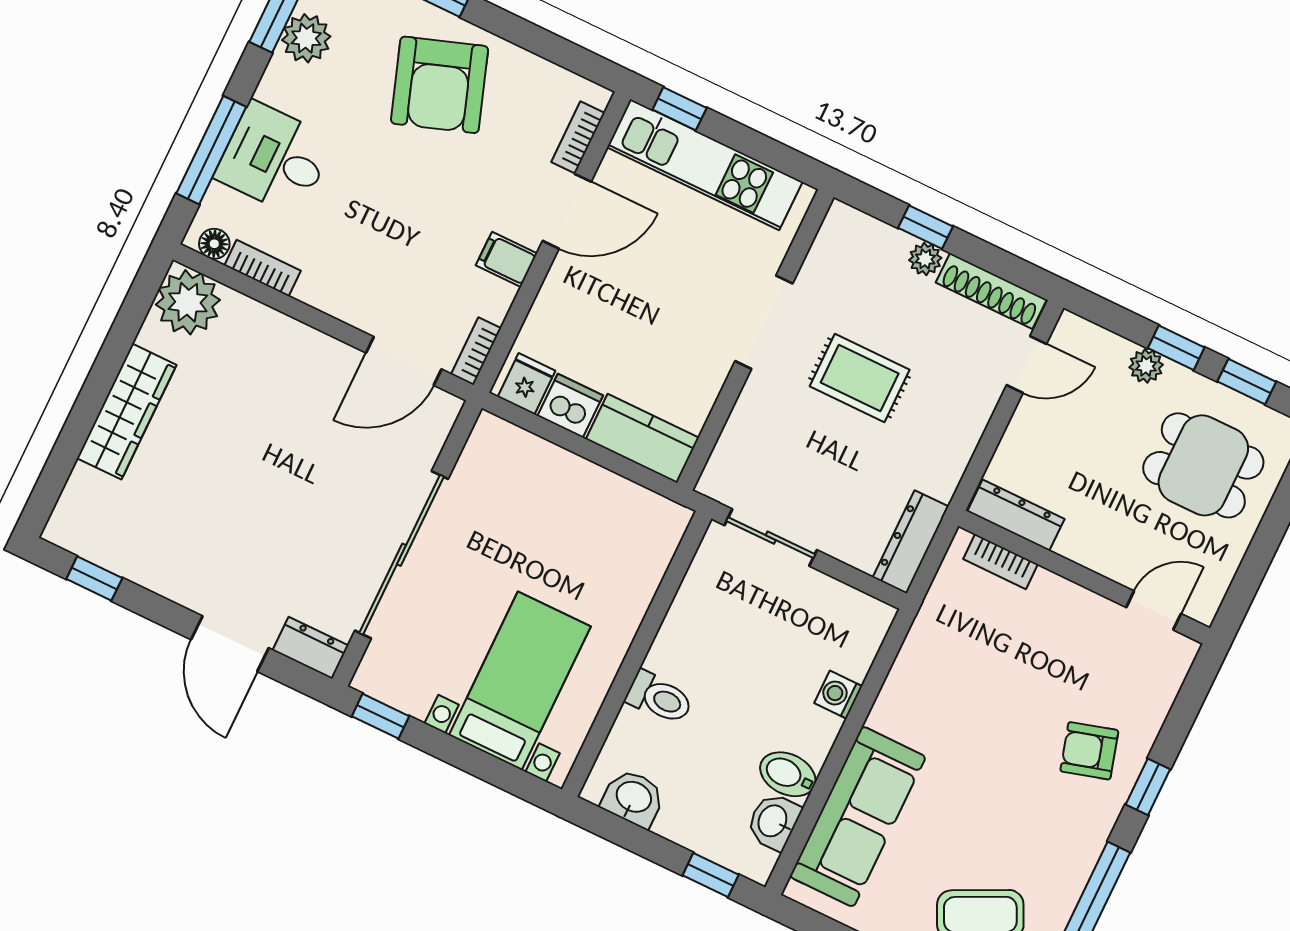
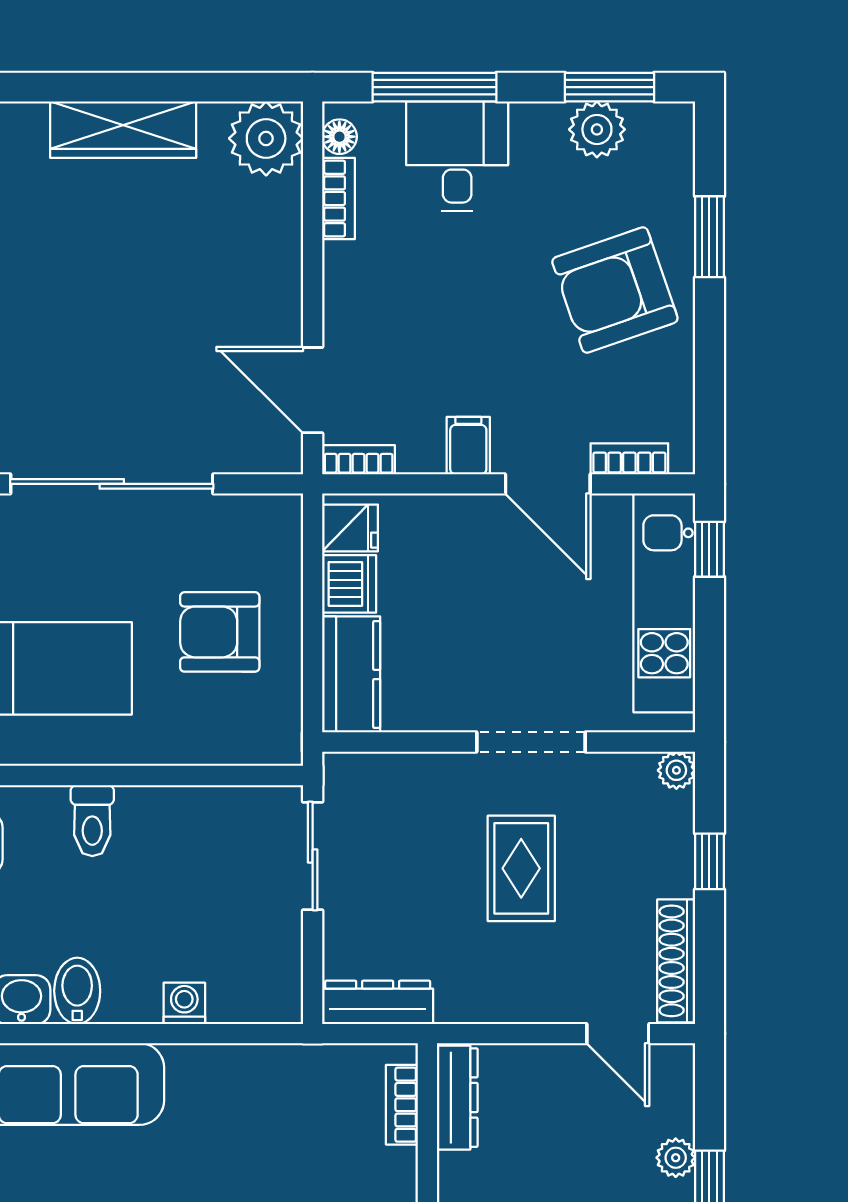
plant: (925, 259) -> (676, 770), moved
armchair: (559, 526) -> (220, 632), added

